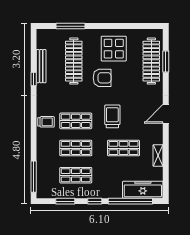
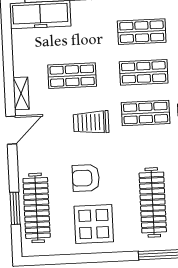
armchair: (102, 78) -> (86, 178), moved
trolley: (112, 116) -> (91, 122), turned 90
shelving: (158, 155) -> (21, 93), moved

